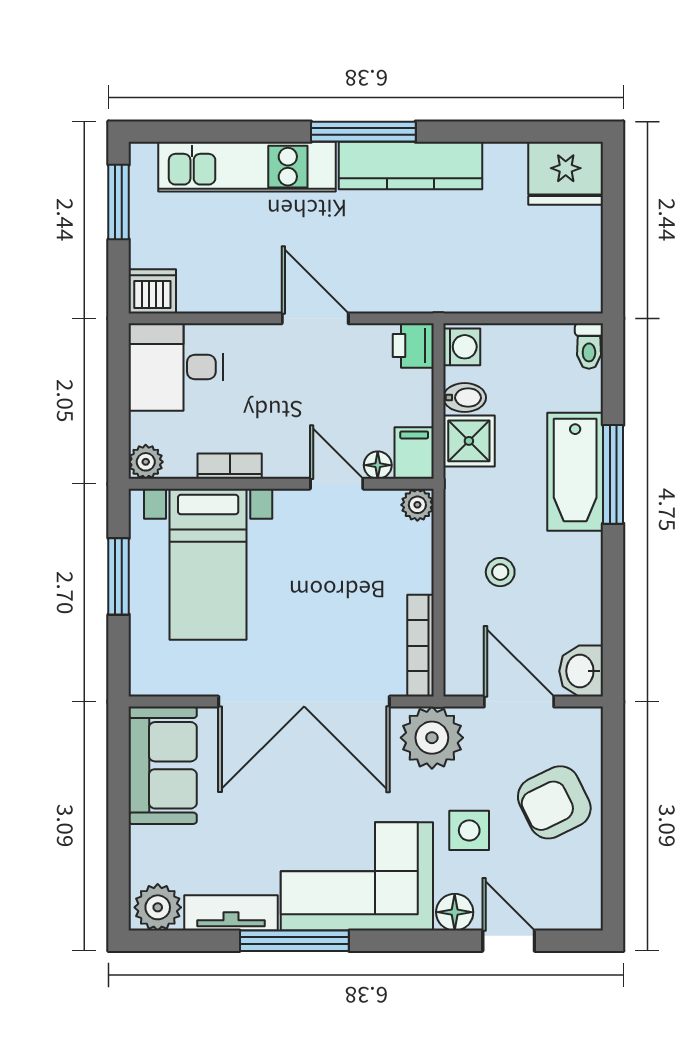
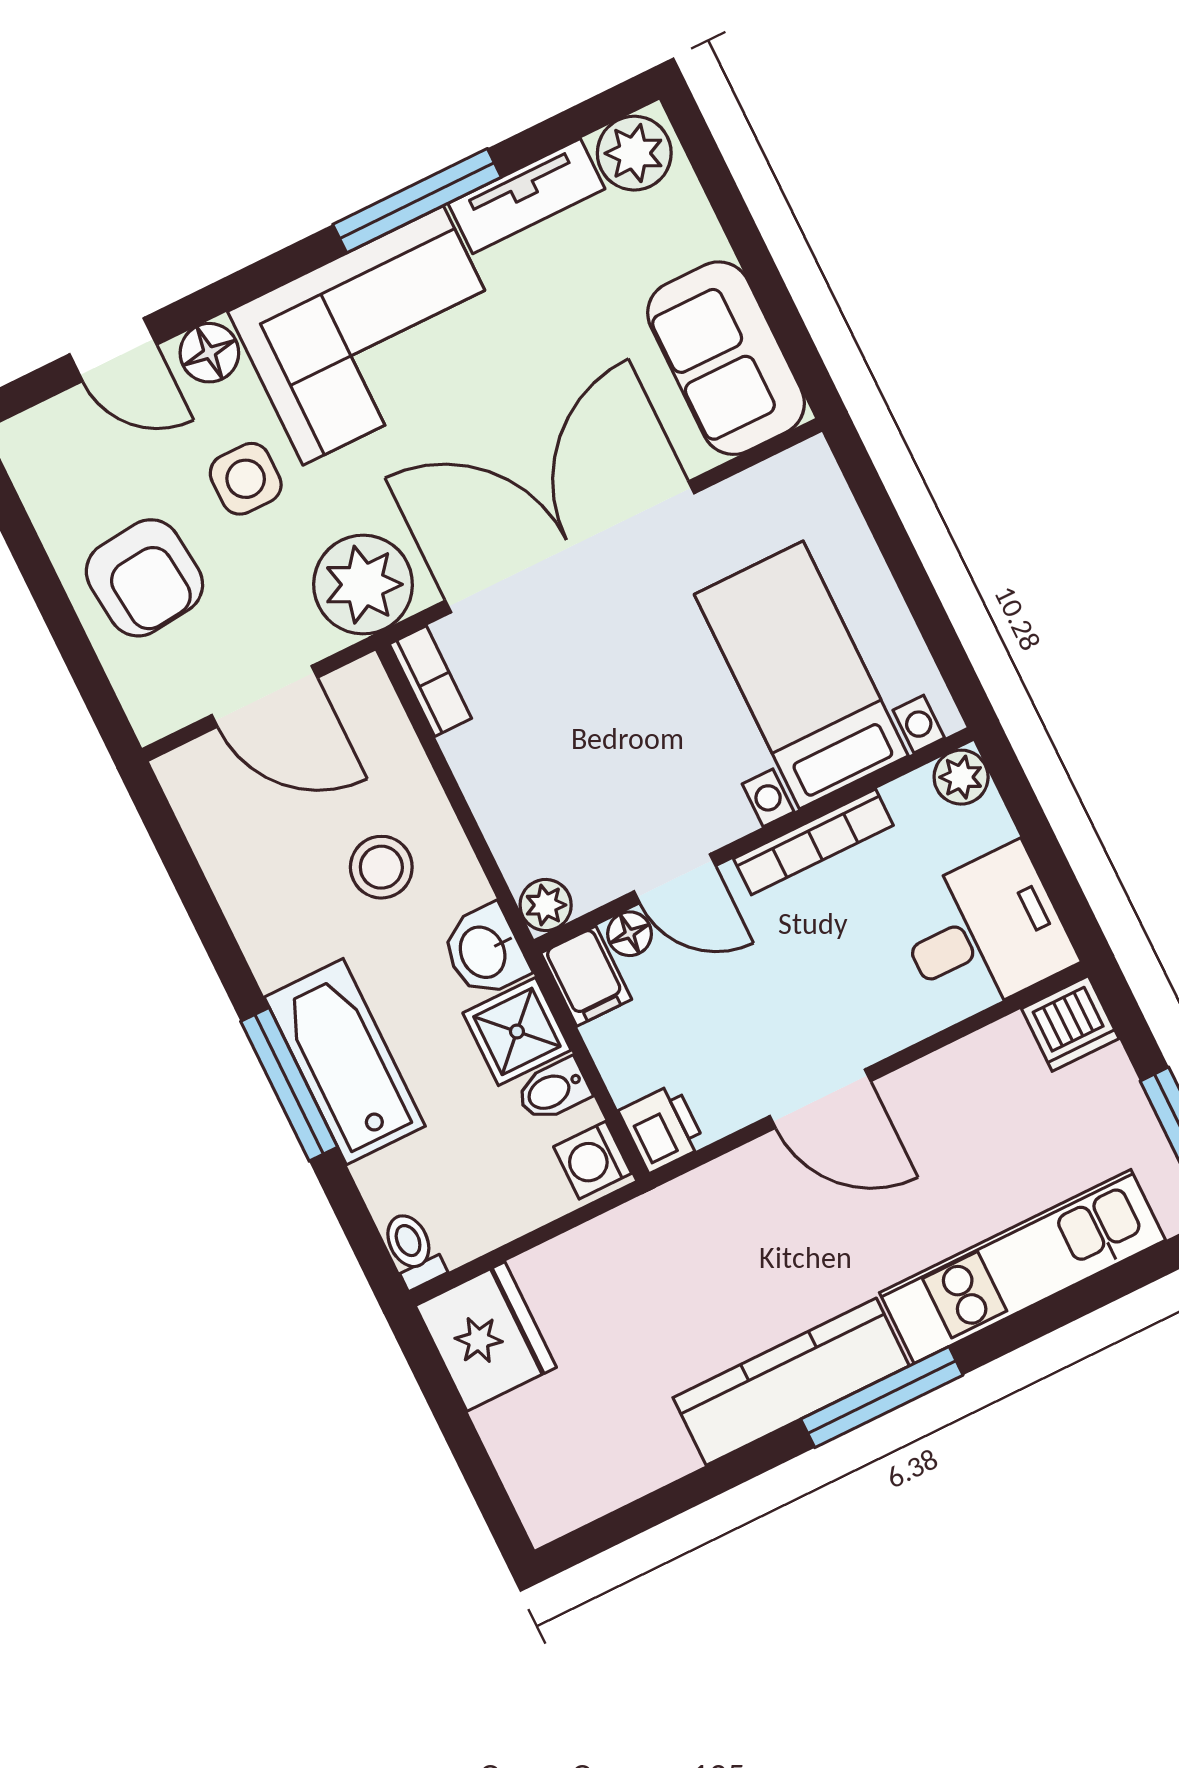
fridge: (566, 173) -> (486, 1336), moved, turned 90
bookcase: (230, 466) -> (813, 842), width x1.56
stool: (500, 572) -> (381, 867), width x1.37, depth x1.37
window: (119, 576) -> (920, 596), removed
bookcase: (421, 646) -> (430, 681), width x0.64
washbasin: (581, 671) -> (484, 951), moved, turned 180
armchair: (554, 802) -> (144, 578), turned 110

